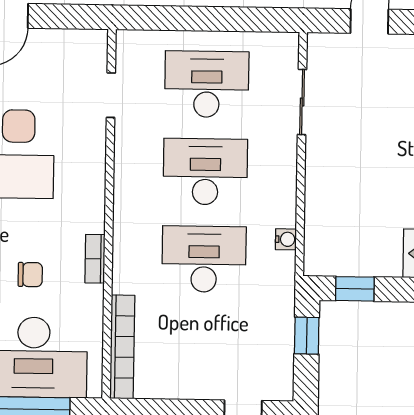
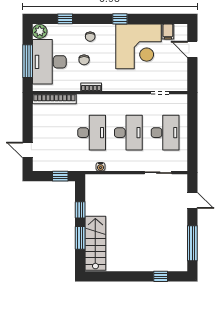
window: (355, 289) -> (80, 210), moved

